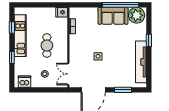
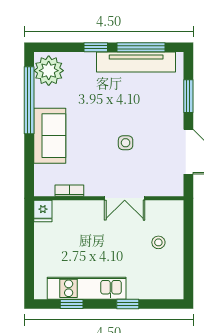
sofa: (113, 16) -> (50, 136), moved
cafe table: (47, 45) -> (105, 238), removed
window: (149, 65) -> (141, 47), added
double door: (68, 74) -> (125, 198), moved
dishwasher: (24, 82) -> (173, 280), removed

